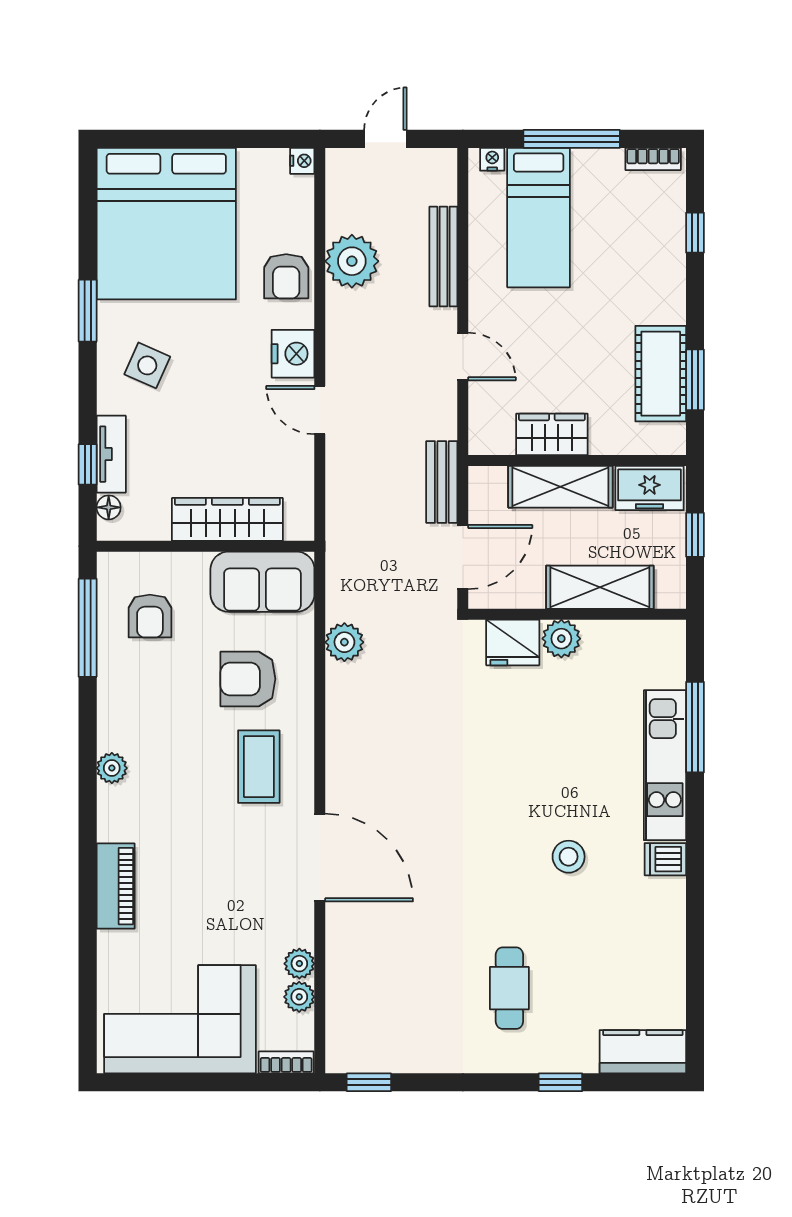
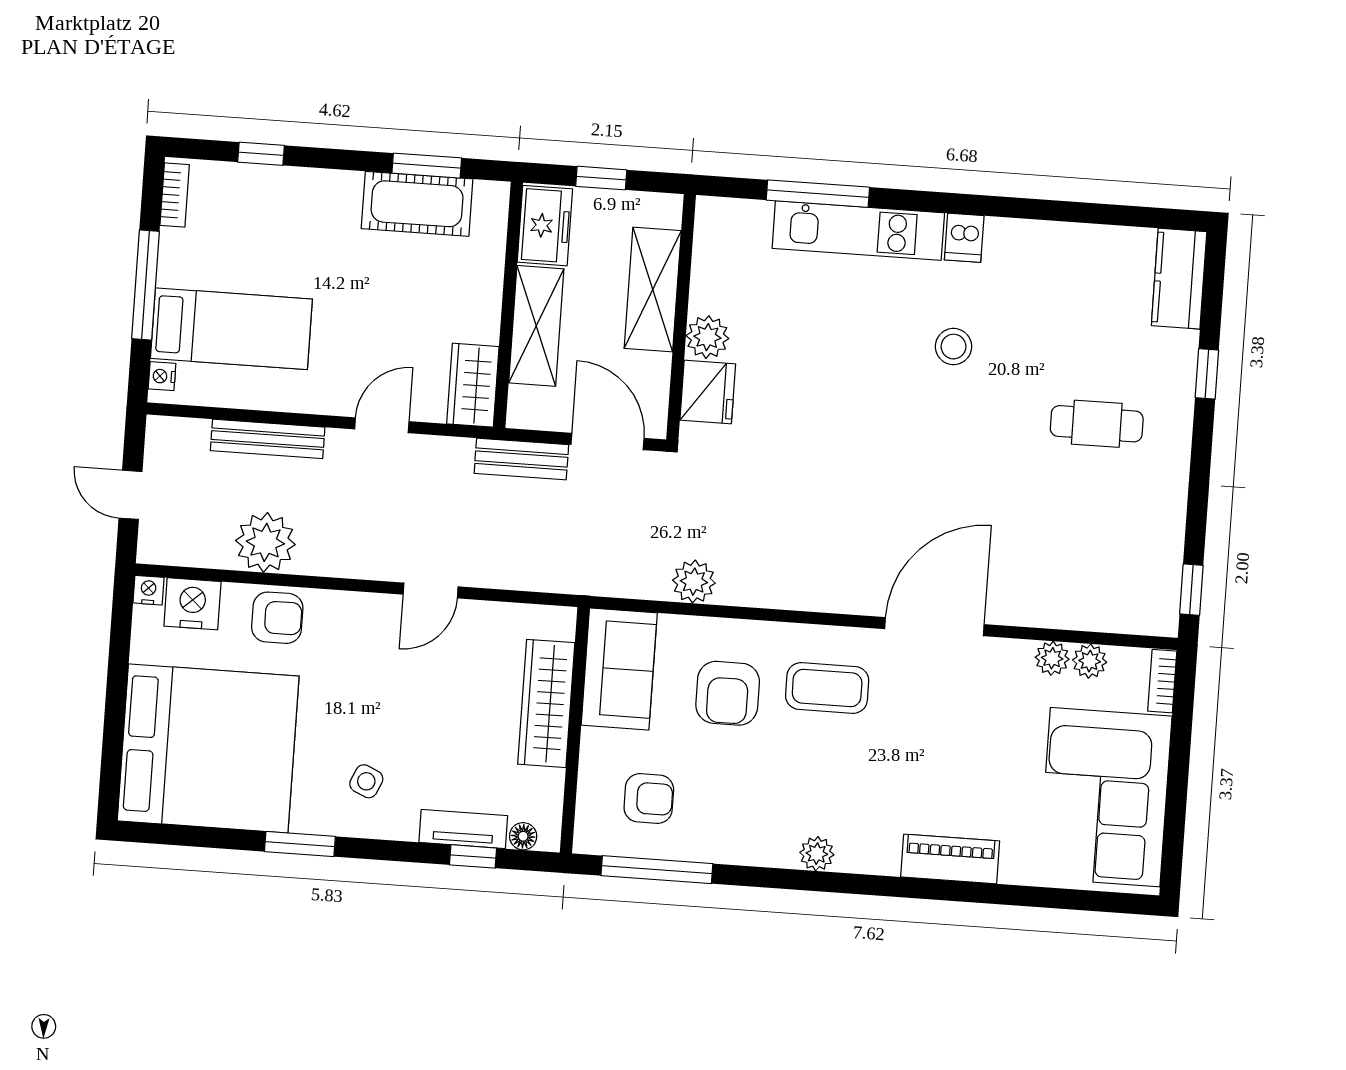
nightstand: (293, 354) -> (192, 604), moved
side table: (147, 365) -> (366, 781), width x0.73, depth x0.73
wardrobe: (552, 434) -> (473, 385), moved

